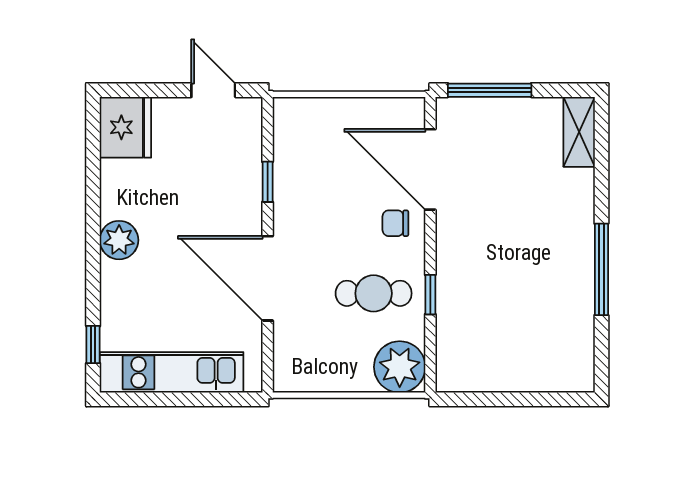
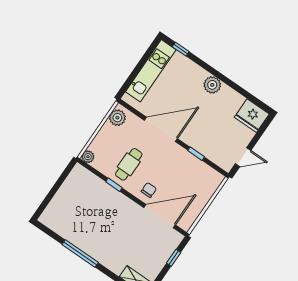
window: (490, 90) -> (174, 258), width x0.46
plant: (400, 367) -> (88, 157), width x0.53, depth x0.53
plant: (301, 374) -> (117, 118), added

